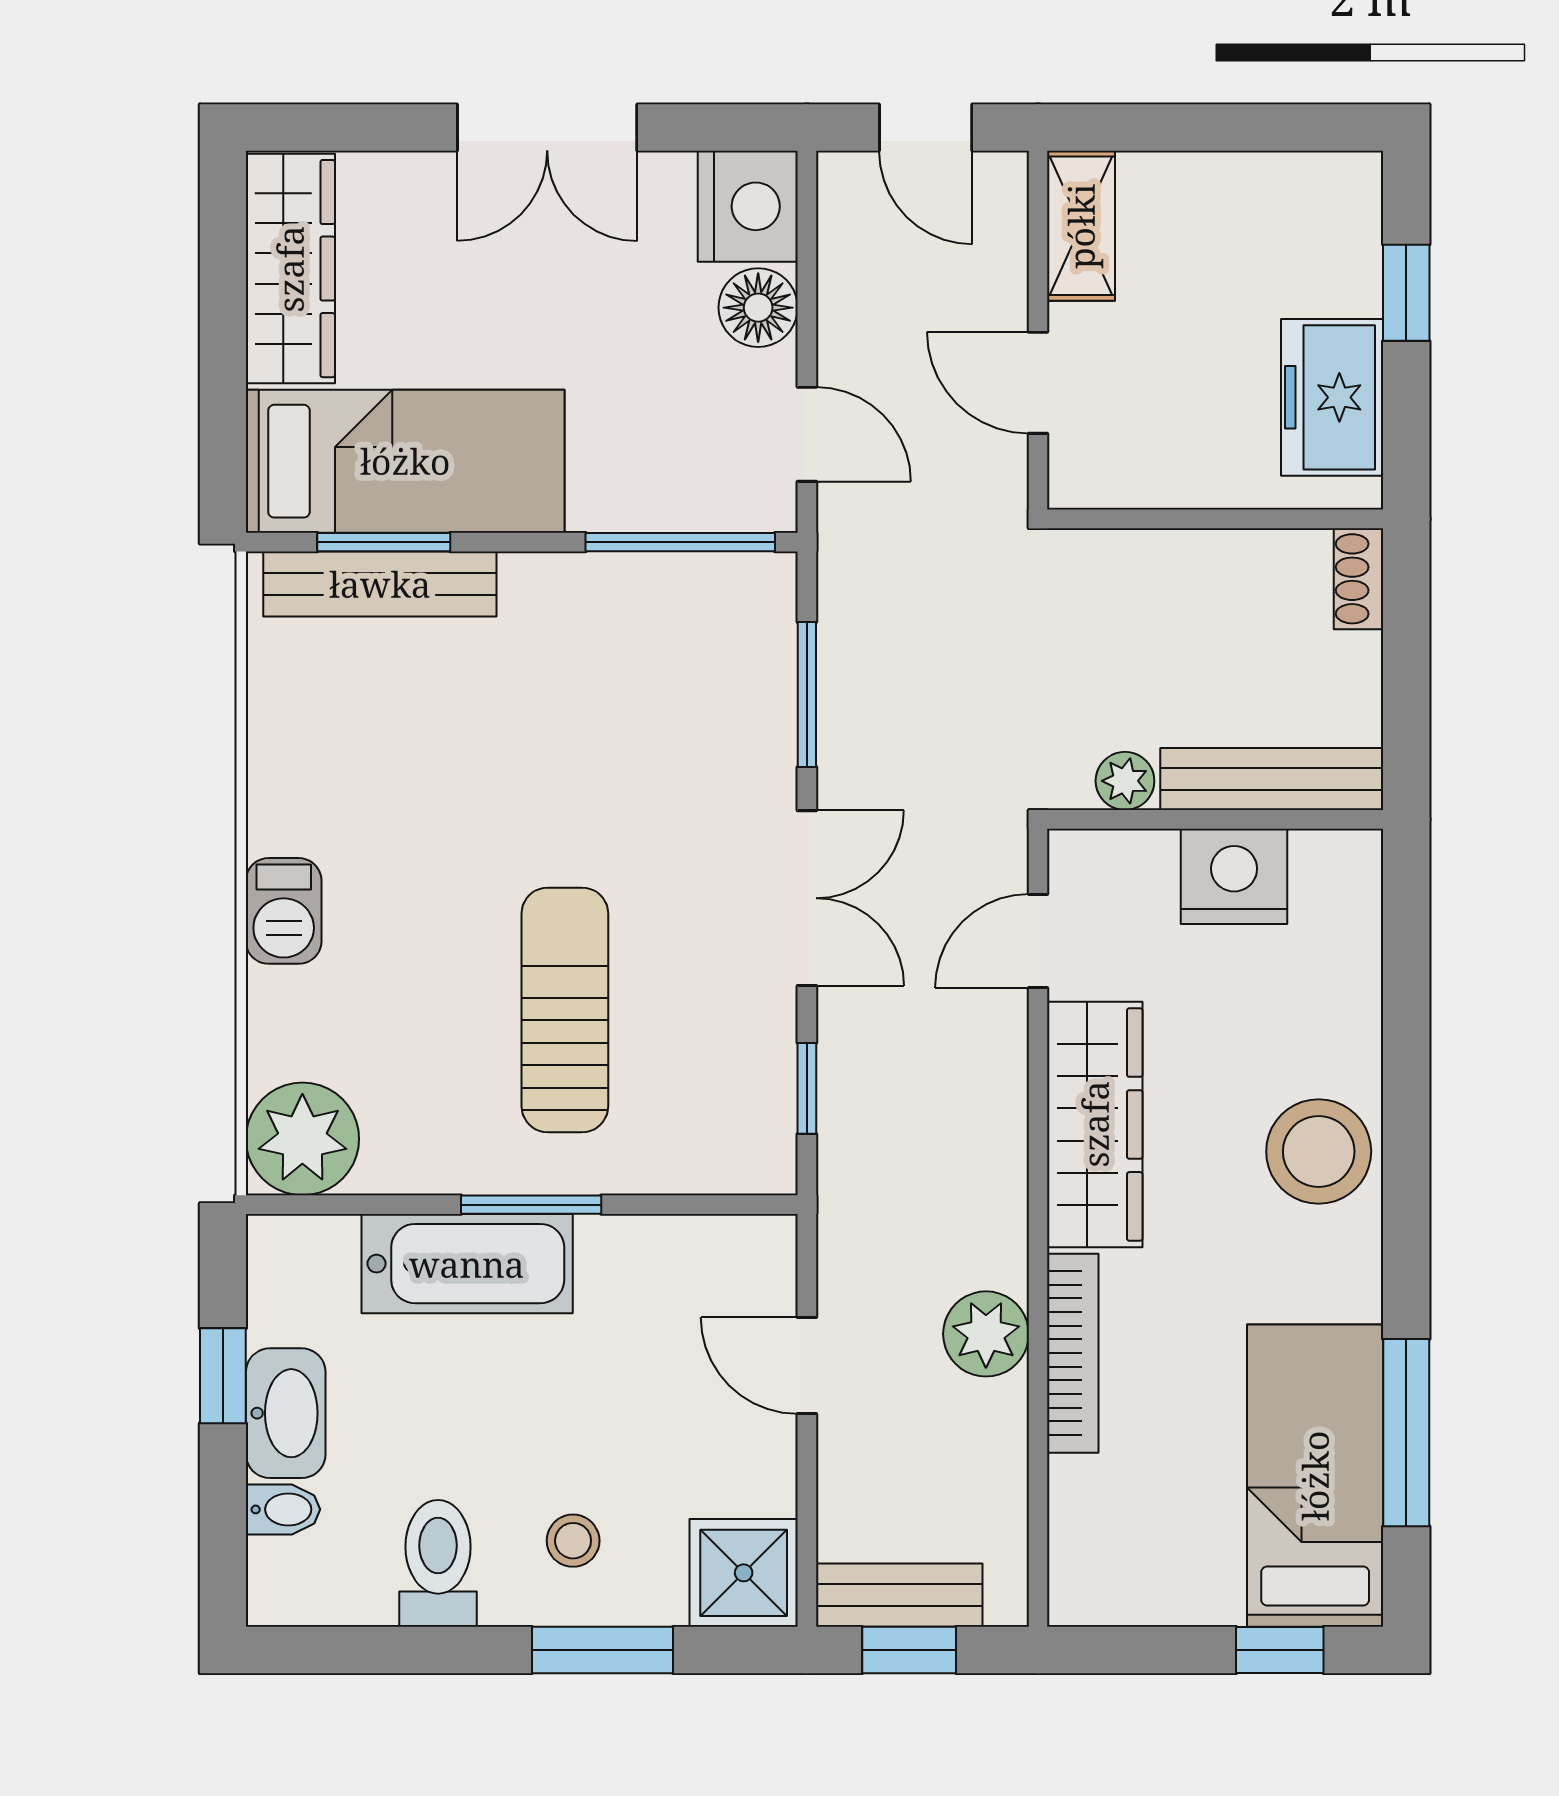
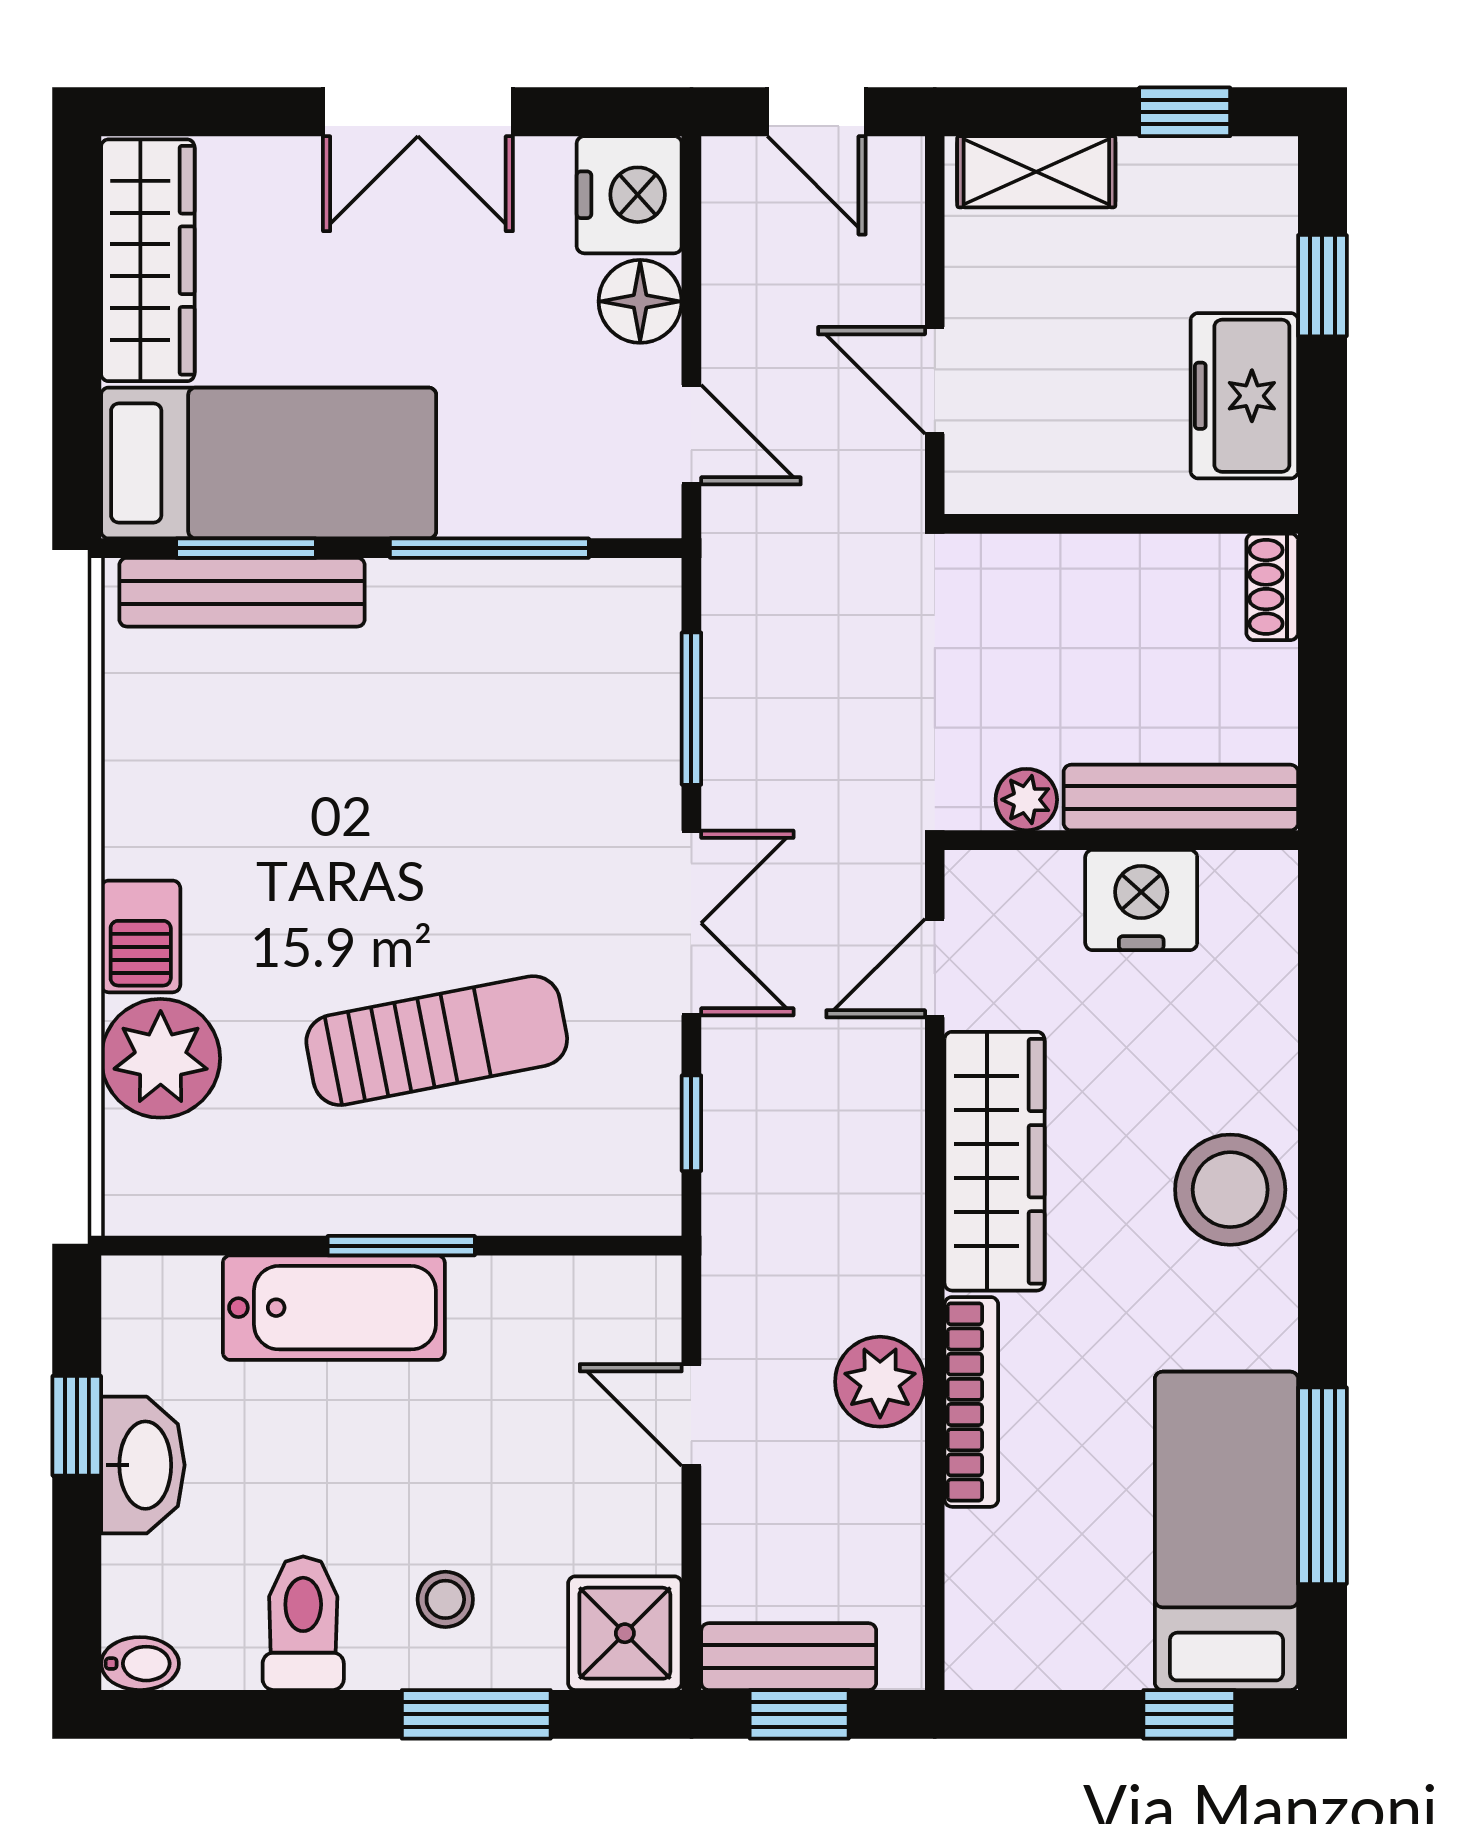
window: (1275, 128) -> (1185, 112), added
shelving: (1081, 226) -> (1036, 172), moved, turned 90
window: (680, 542) -> (489, 548), moved
sun lounger: (565, 1010) -> (437, 1041), turned 79
plant: (302, 1139) -> (161, 1058), moved
bidet: (283, 1509) -> (140, 1664), moved

